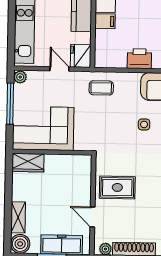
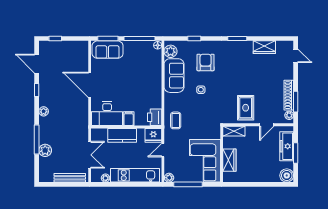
printer: (139, 59) -> (155, 117), moved
wardrobe: (28, 163) -> (229, 160), moved
shelving: (18, 217) -> (234, 131), moved

